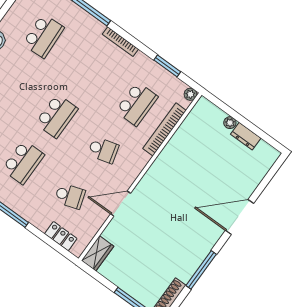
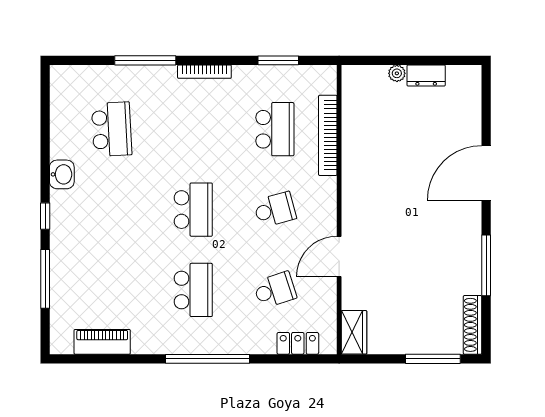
plant: (190, 94) -> (328, 74), removed

